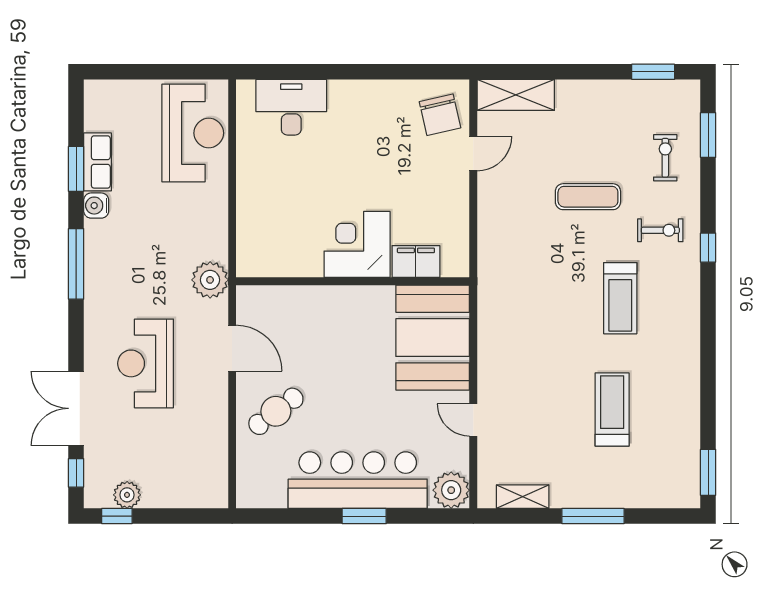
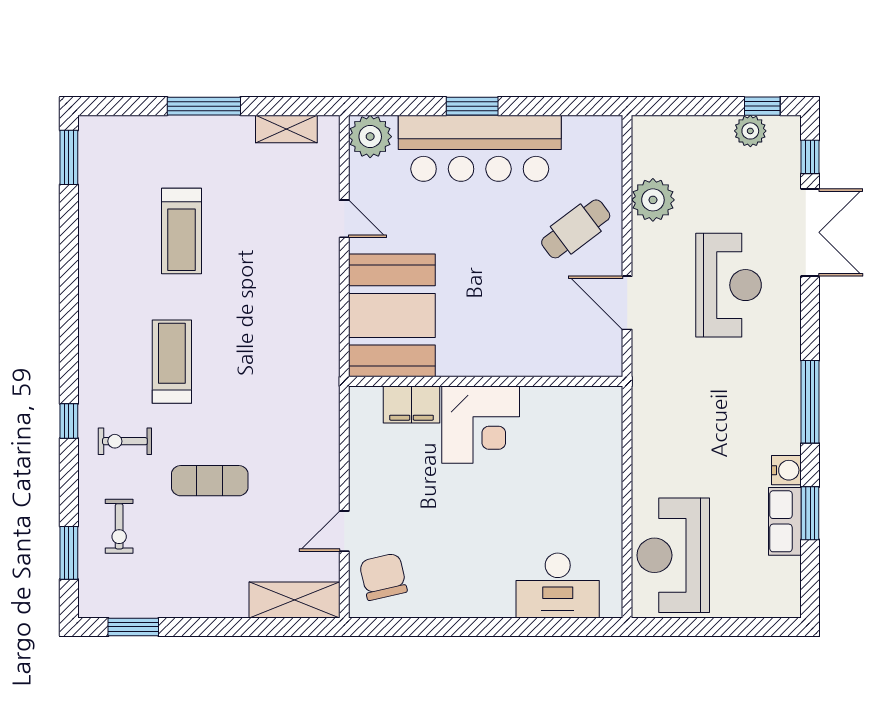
plant: (210, 280) -> (653, 200), moved

